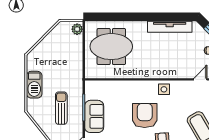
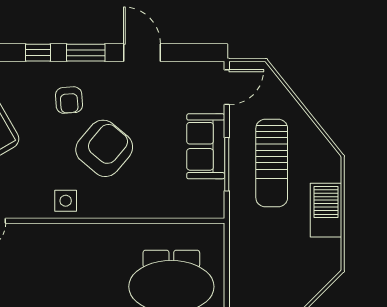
sun lounger: (61, 108) -> (272, 163), width x1.36, depth x1.34
armchair: (145, 115) -> (104, 148), turned -140

